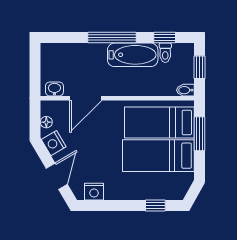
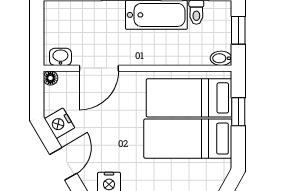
floor lamp: (46, 122) -> (50, 78), moved
window: (199, 134) -> (238, 112), width x0.67

